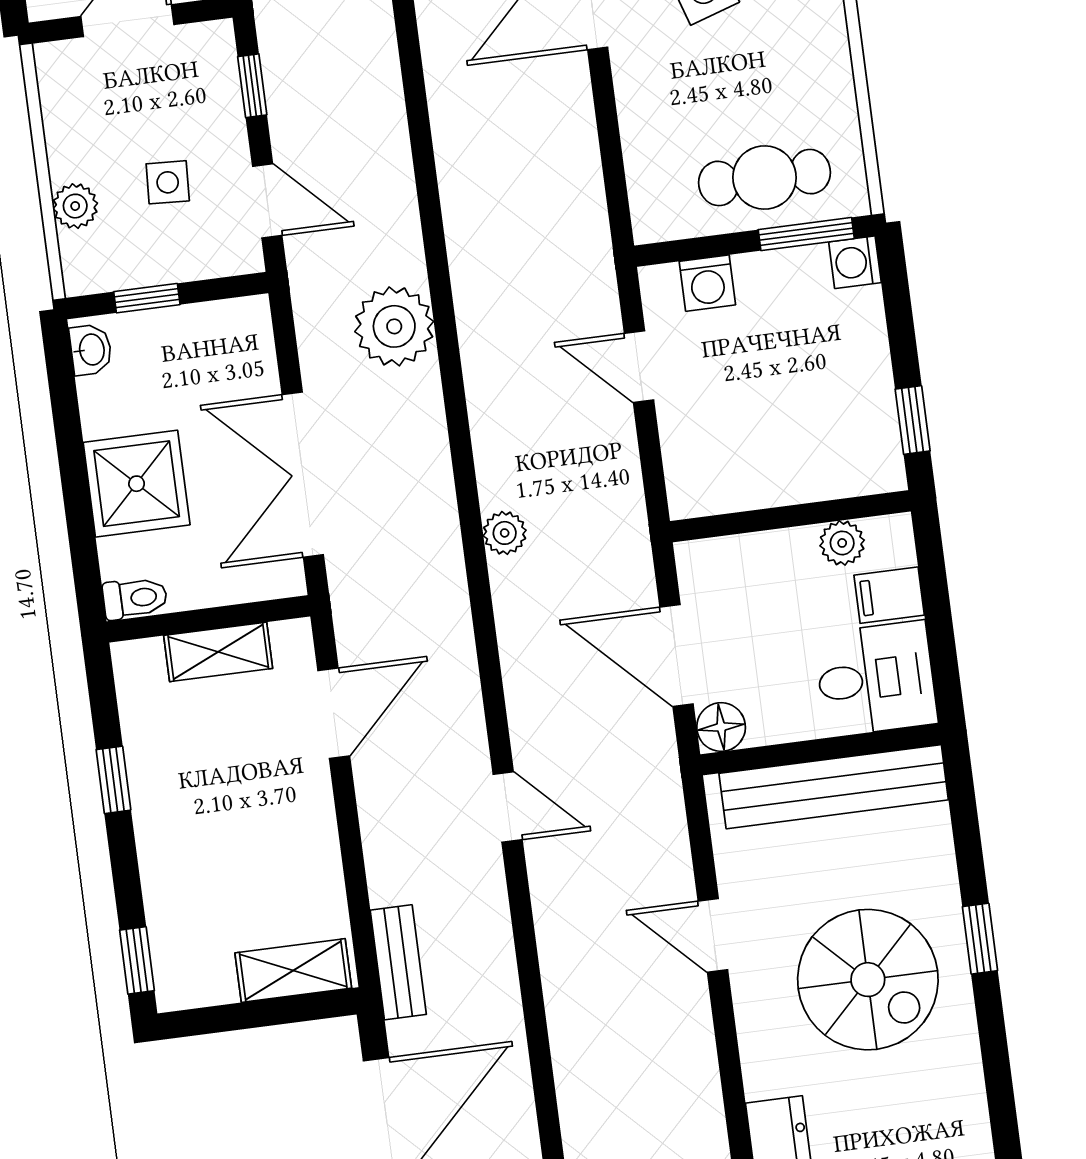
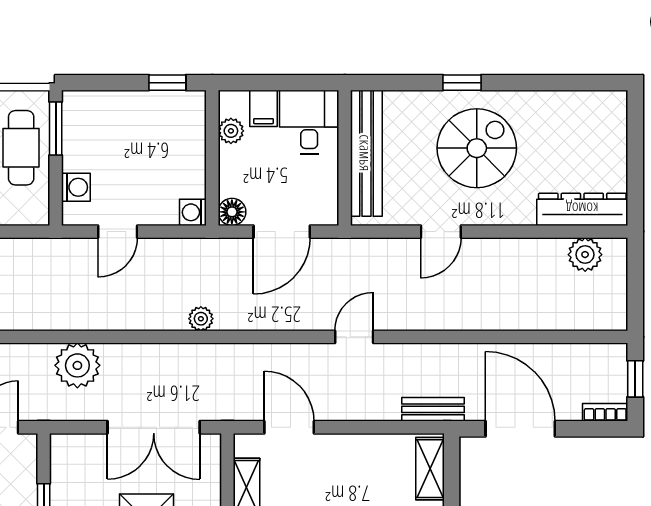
washing machine: (855, 262) -> (193, 212), moved, turned 90
floor lamp: (721, 727) -> (232, 212), moved

